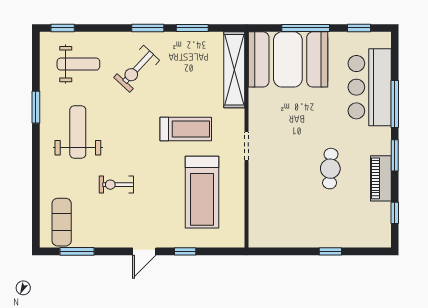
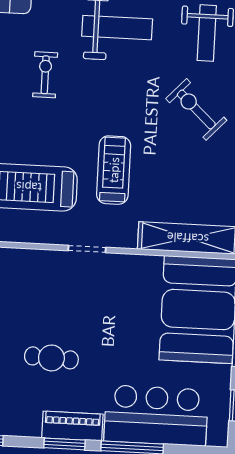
treadmill: (186, 129) -> (114, 170), turned 180
piano: (381, 178) -> (72, 426), moved

